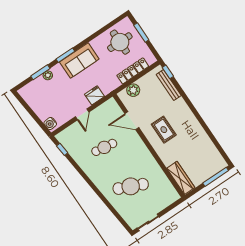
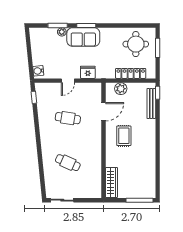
sofa: (79, 61) -> (83, 37), moved
door: (132, 121) -> (104, 112), swing flipped
cafe table: (131, 186) -> (68, 163), width x0.73, depth x0.74

